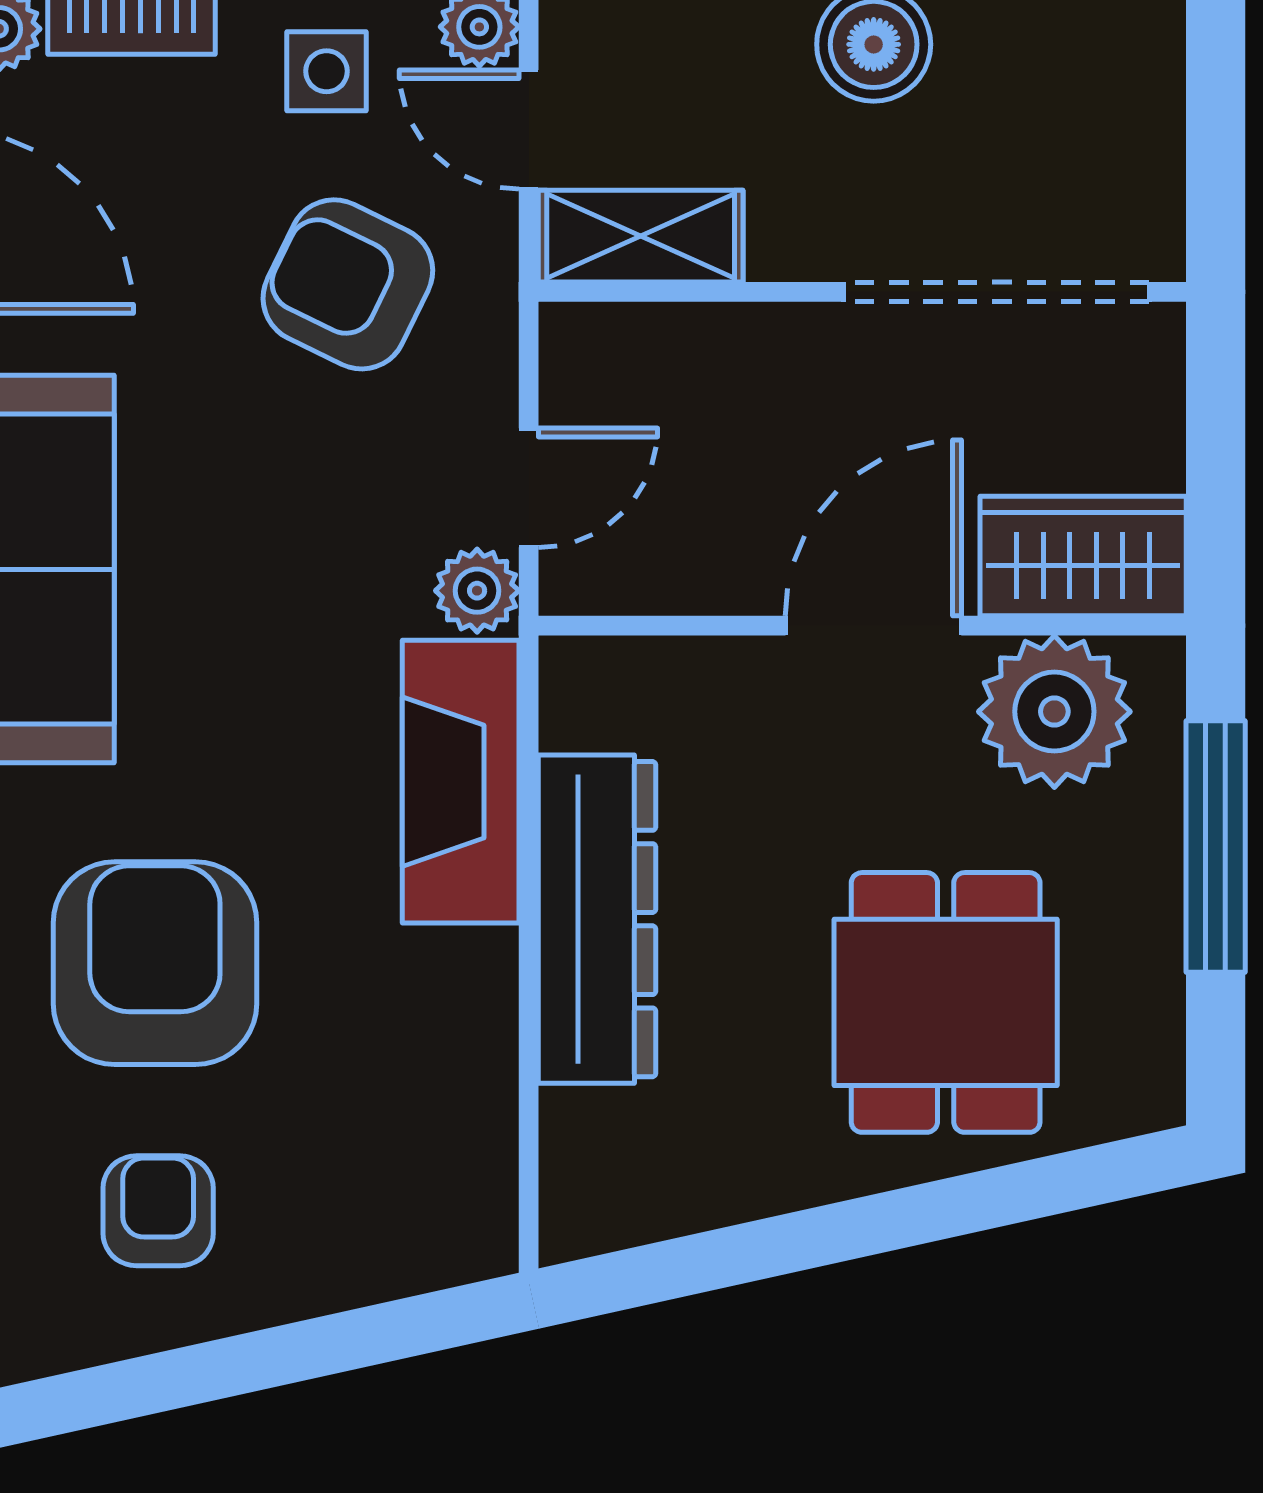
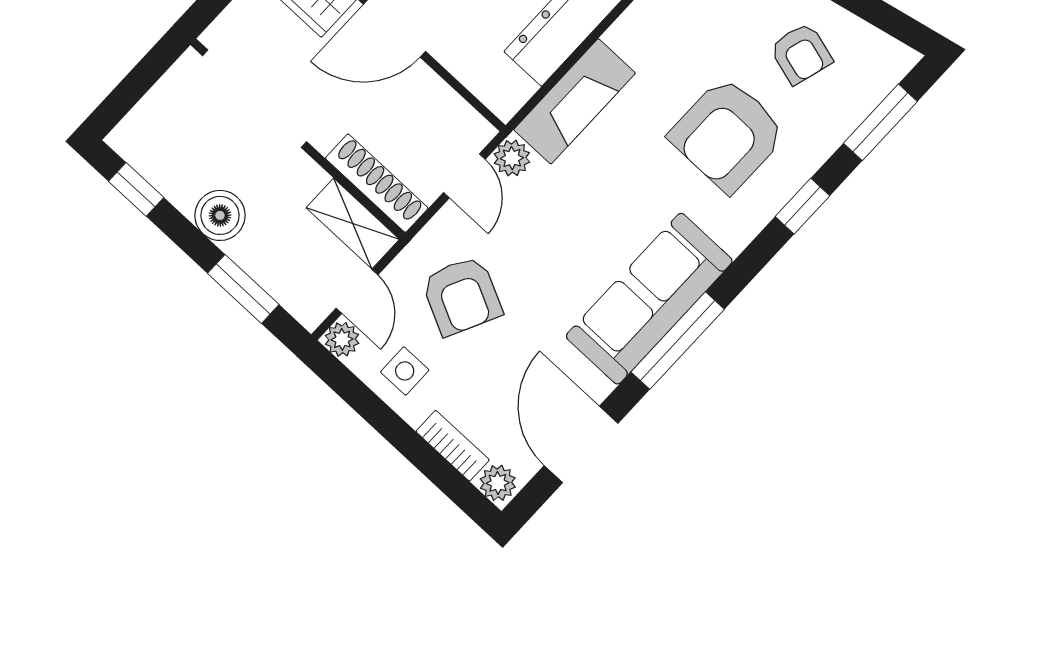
shoe rack: (663, 340) -> (377, 183), added
door: (529, 488) -> (464, 176), swing flipped
armchair: (158, 1211) -> (801, 54), turned -74

